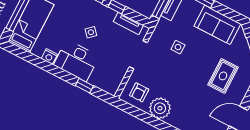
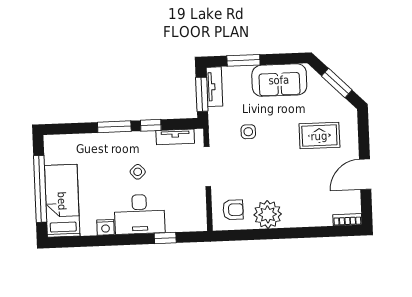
rug: (223, 76) -> (319, 136), turned 90
armchair: (139, 92) -> (233, 210), turned -90

